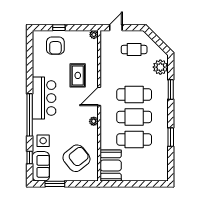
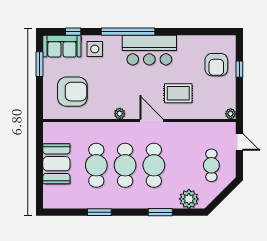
armchair: (55, 46) -> (216, 65), turned -90
armchair: (76, 158) -> (72, 92), turned -51
booth: (111, 166) -> (56, 164), moved, turned 90

